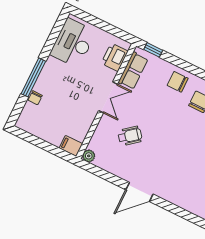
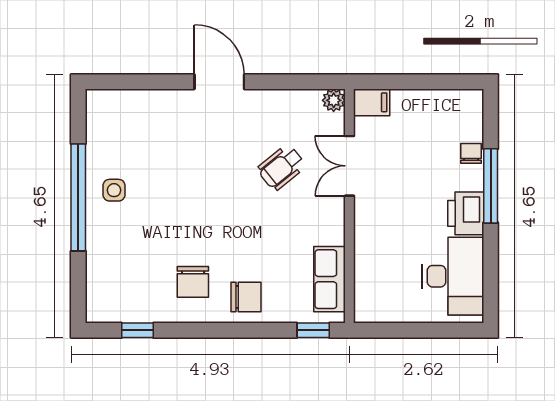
printer: (115, 57) -> (466, 213), moved, turned 180
double door: (108, 97) -> (349, 166), moved
door: (139, 192) -> (219, 82), hinge flipped

